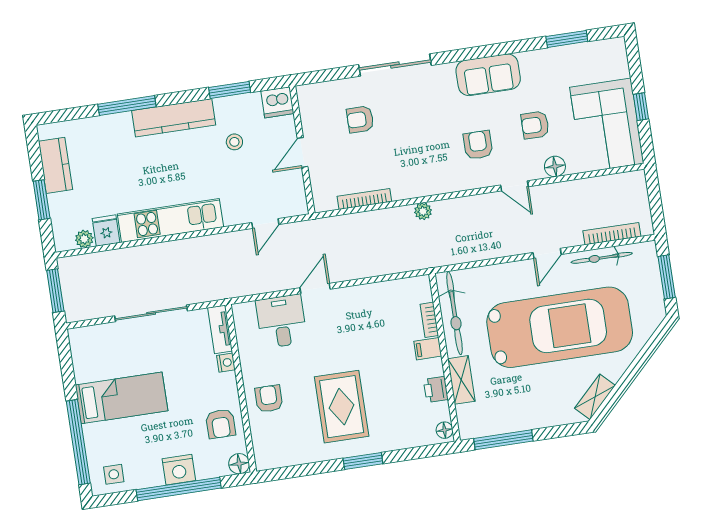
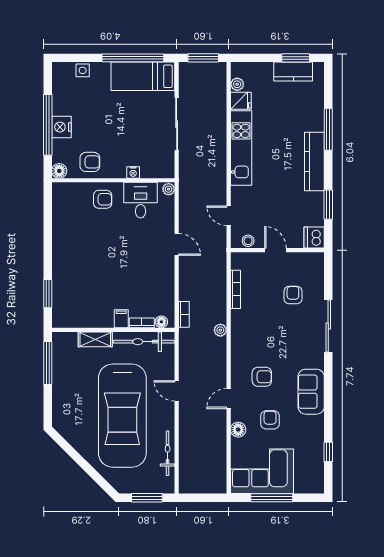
window: (567, 39) -> (328, 452), width x0.67
window: (641, 107) -> (272, 498), width x2.17
stool: (234, 142) -> (248, 241), moved
window: (42, 200) -> (296, 58), moved
bookcase: (612, 234) -> (184, 314), moved, width x0.64
door: (547, 253) -> (177, 391), moved
plant: (241, 311) -> (169, 189), added
desk: (281, 321) -> (141, 200), moved, turned -90
tv unit: (220, 329) -> (158, 172), removed
printer: (436, 389) -> (91, 320), removed
shelving: (595, 397) -> (69, 433), removed
bed: (122, 398) -> (143, 76), moved, turned 90
rug: (342, 407) -> (89, 251), removed
armchair: (221, 424) -> (90, 162), turned 180
floor lamp: (445, 430) -> (161, 322), moved
window: (78, 442) -> (133, 58), moved
window: (363, 461) -> (48, 294), moved
side table: (114, 474) -> (83, 70), moved

